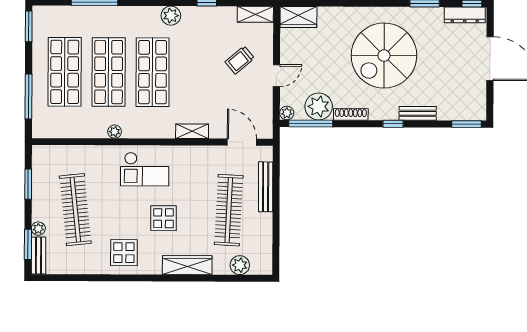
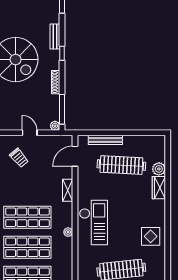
plant: (319, 106) -> (50, 104), removed
plant: (115, 132) -> (68, 232), moved
checkout: (145, 169) -> (94, 222), width x1.36, depth x1.21
display table: (163, 218) -> (127, 209), removed
wardrobe: (187, 265) -> (159, 188), width x0.67
plant: (240, 265) -> (159, 169), moved

